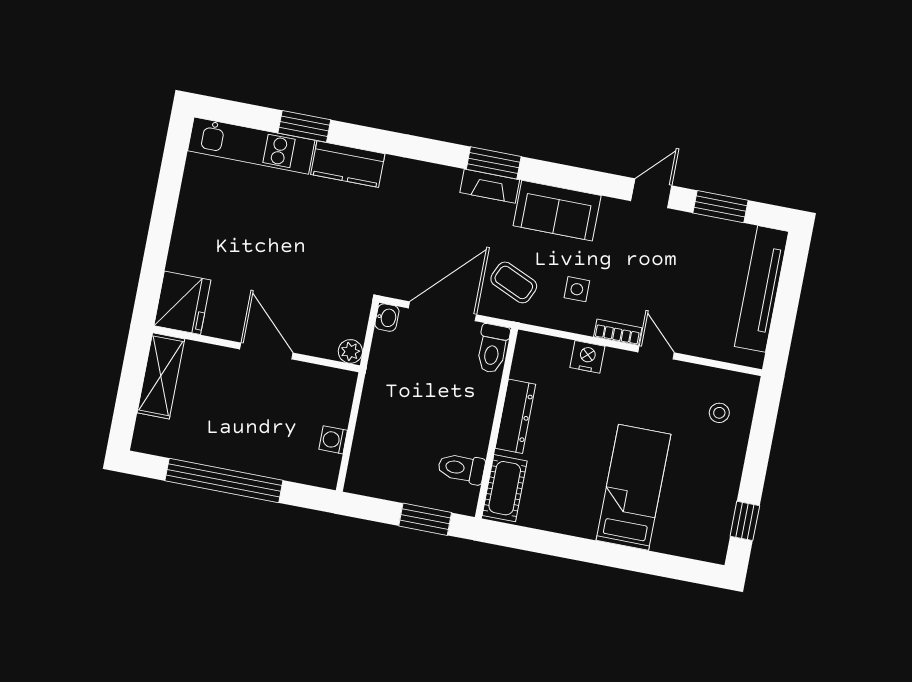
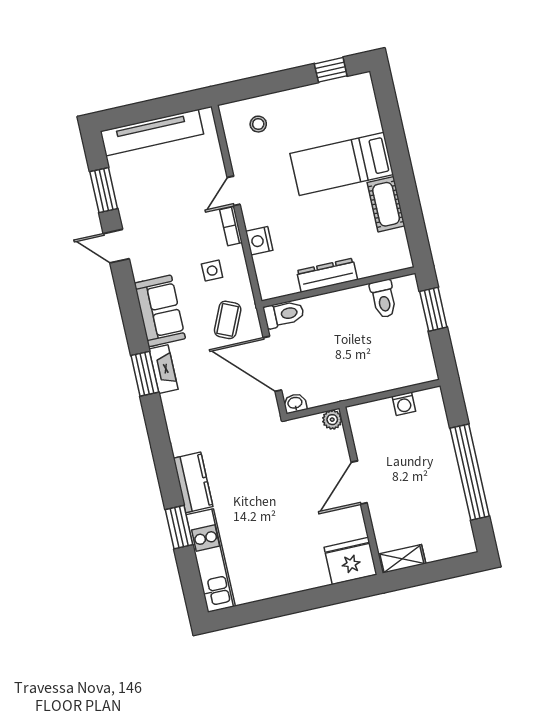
shelving: (161, 376) -> (402, 559), width x0.67, depth x0.75
cot: (505, 488) -> (386, 204), moved, turned 90

